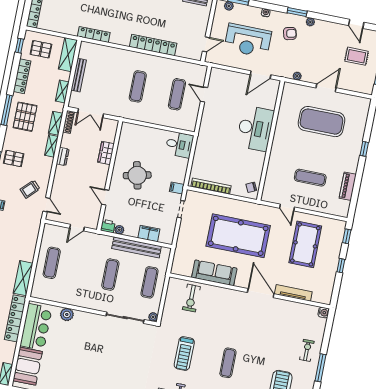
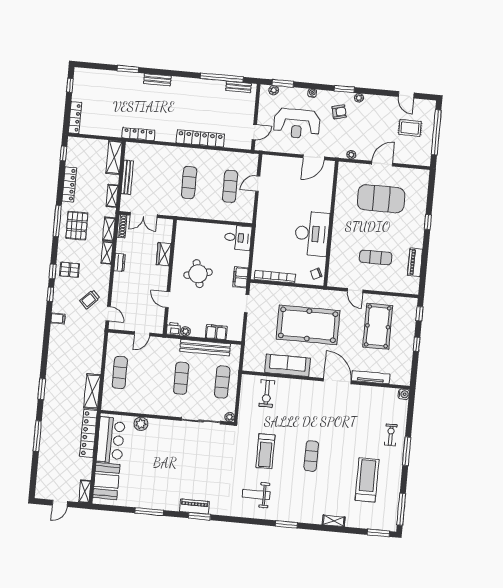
pallet: (41, 49) -> (86, 155), removed
door: (204, 94) -> (258, 184), hinge flipped
desk: (255, 128) -> (312, 234), moved
filing cabinet: (177, 188) -> (240, 277), width x2.00

